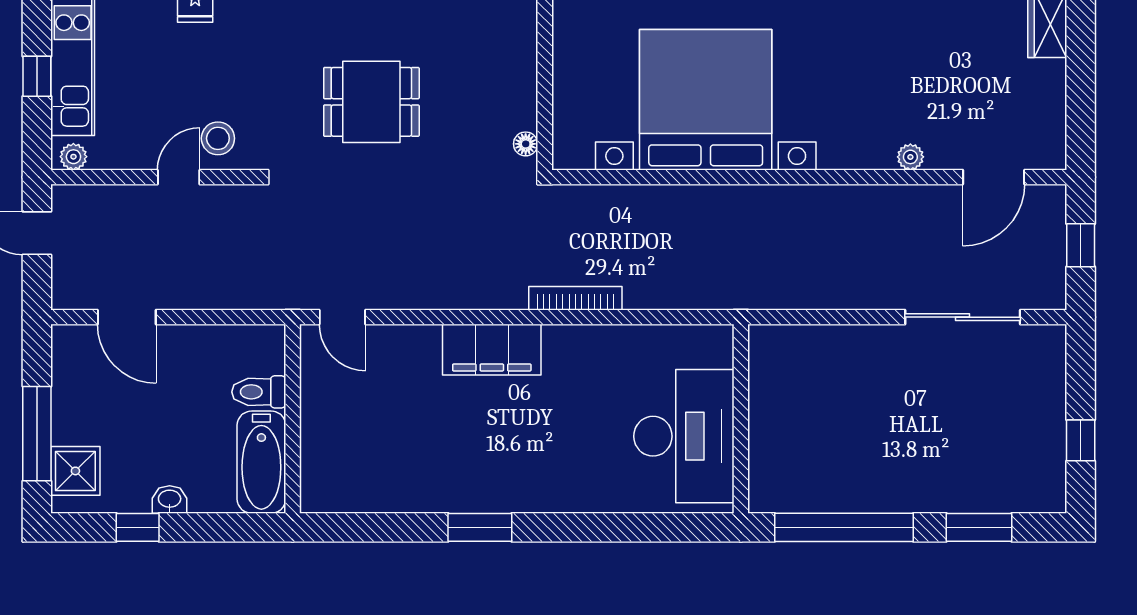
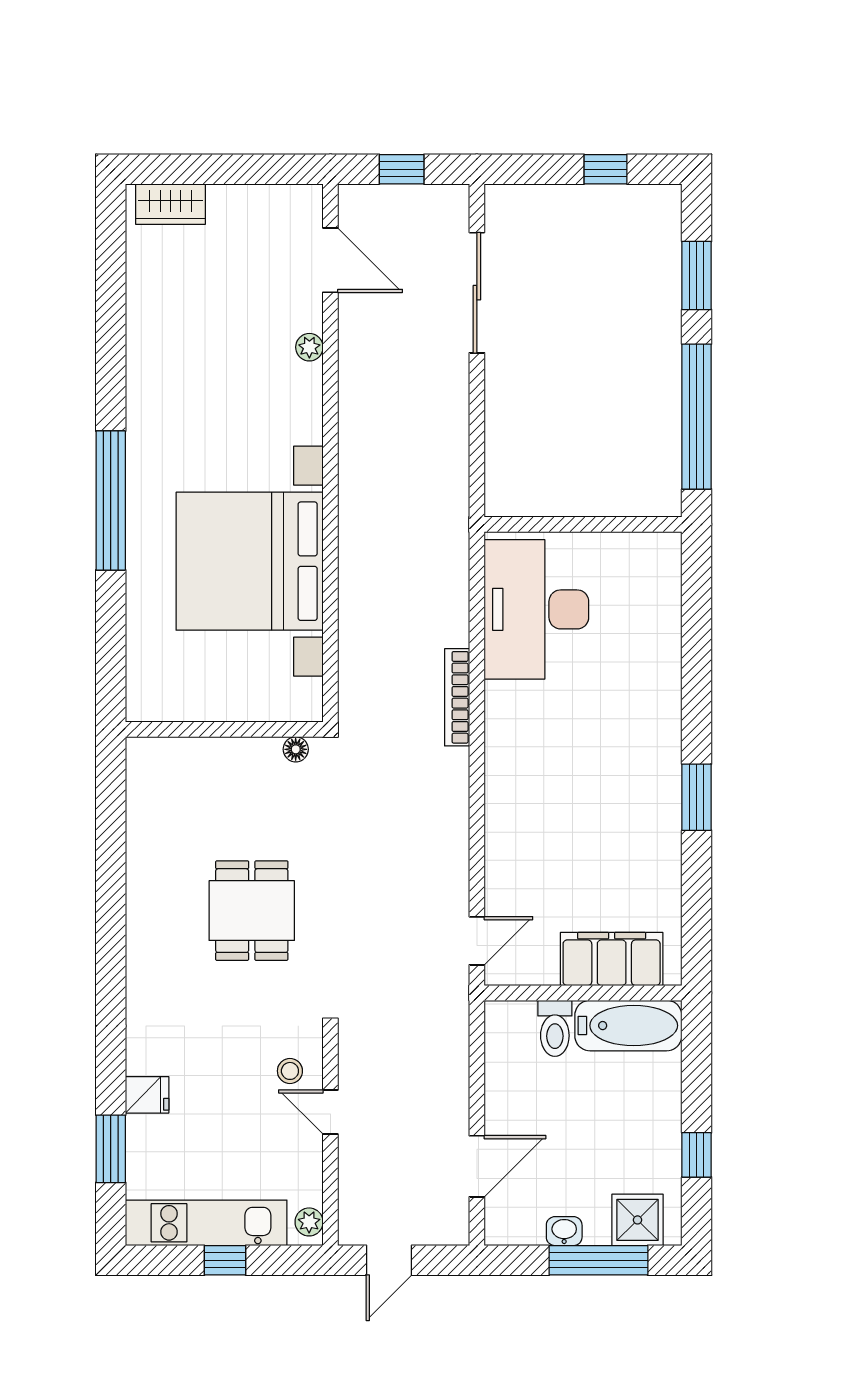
stool: (218, 138) -> (290, 1071), width x0.73, depth x0.73
filing cabinet: (492, 350) -> (612, 959), moved, turned -90
desk: (684, 436) -> (536, 609), moved, turned -90
washbasin: (170, 499) -> (564, 1231), moved, turned 90

